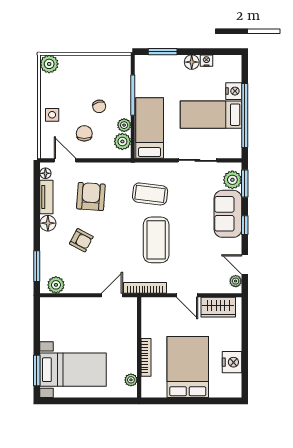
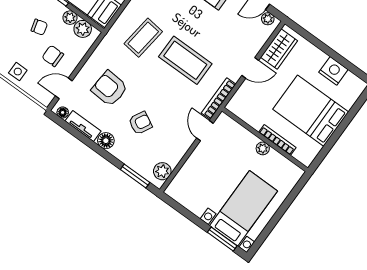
plant: (131, 380) -> (263, 148), moved

